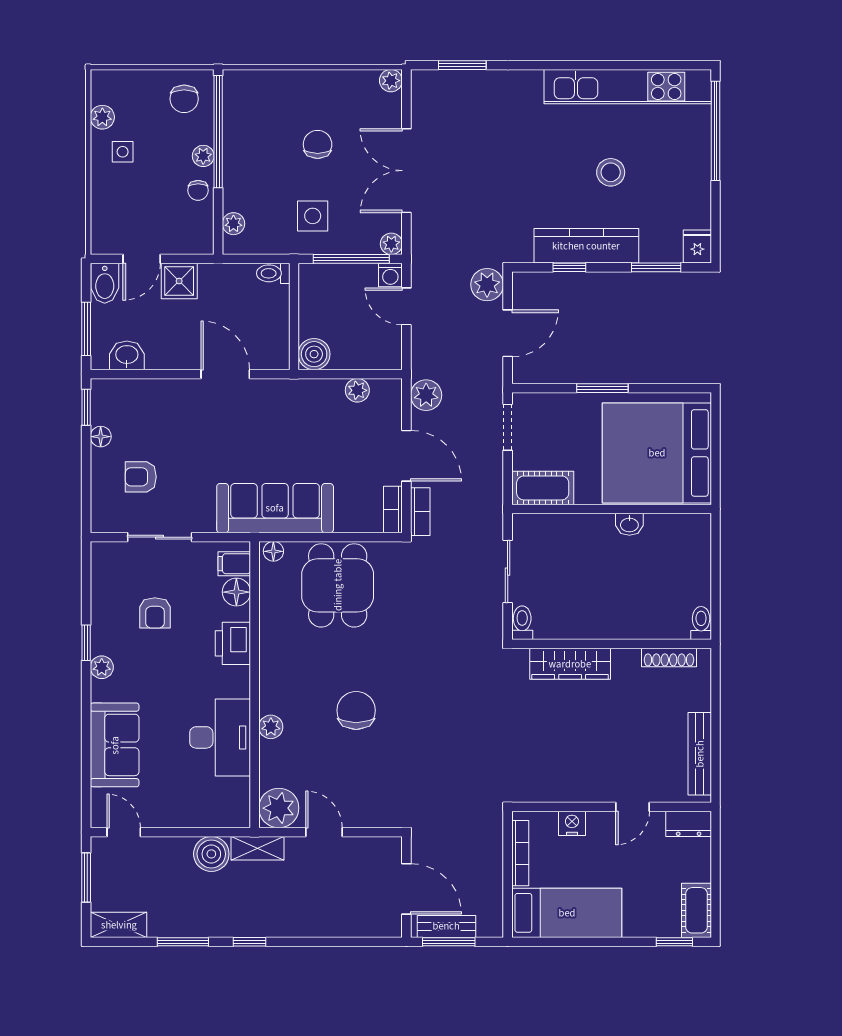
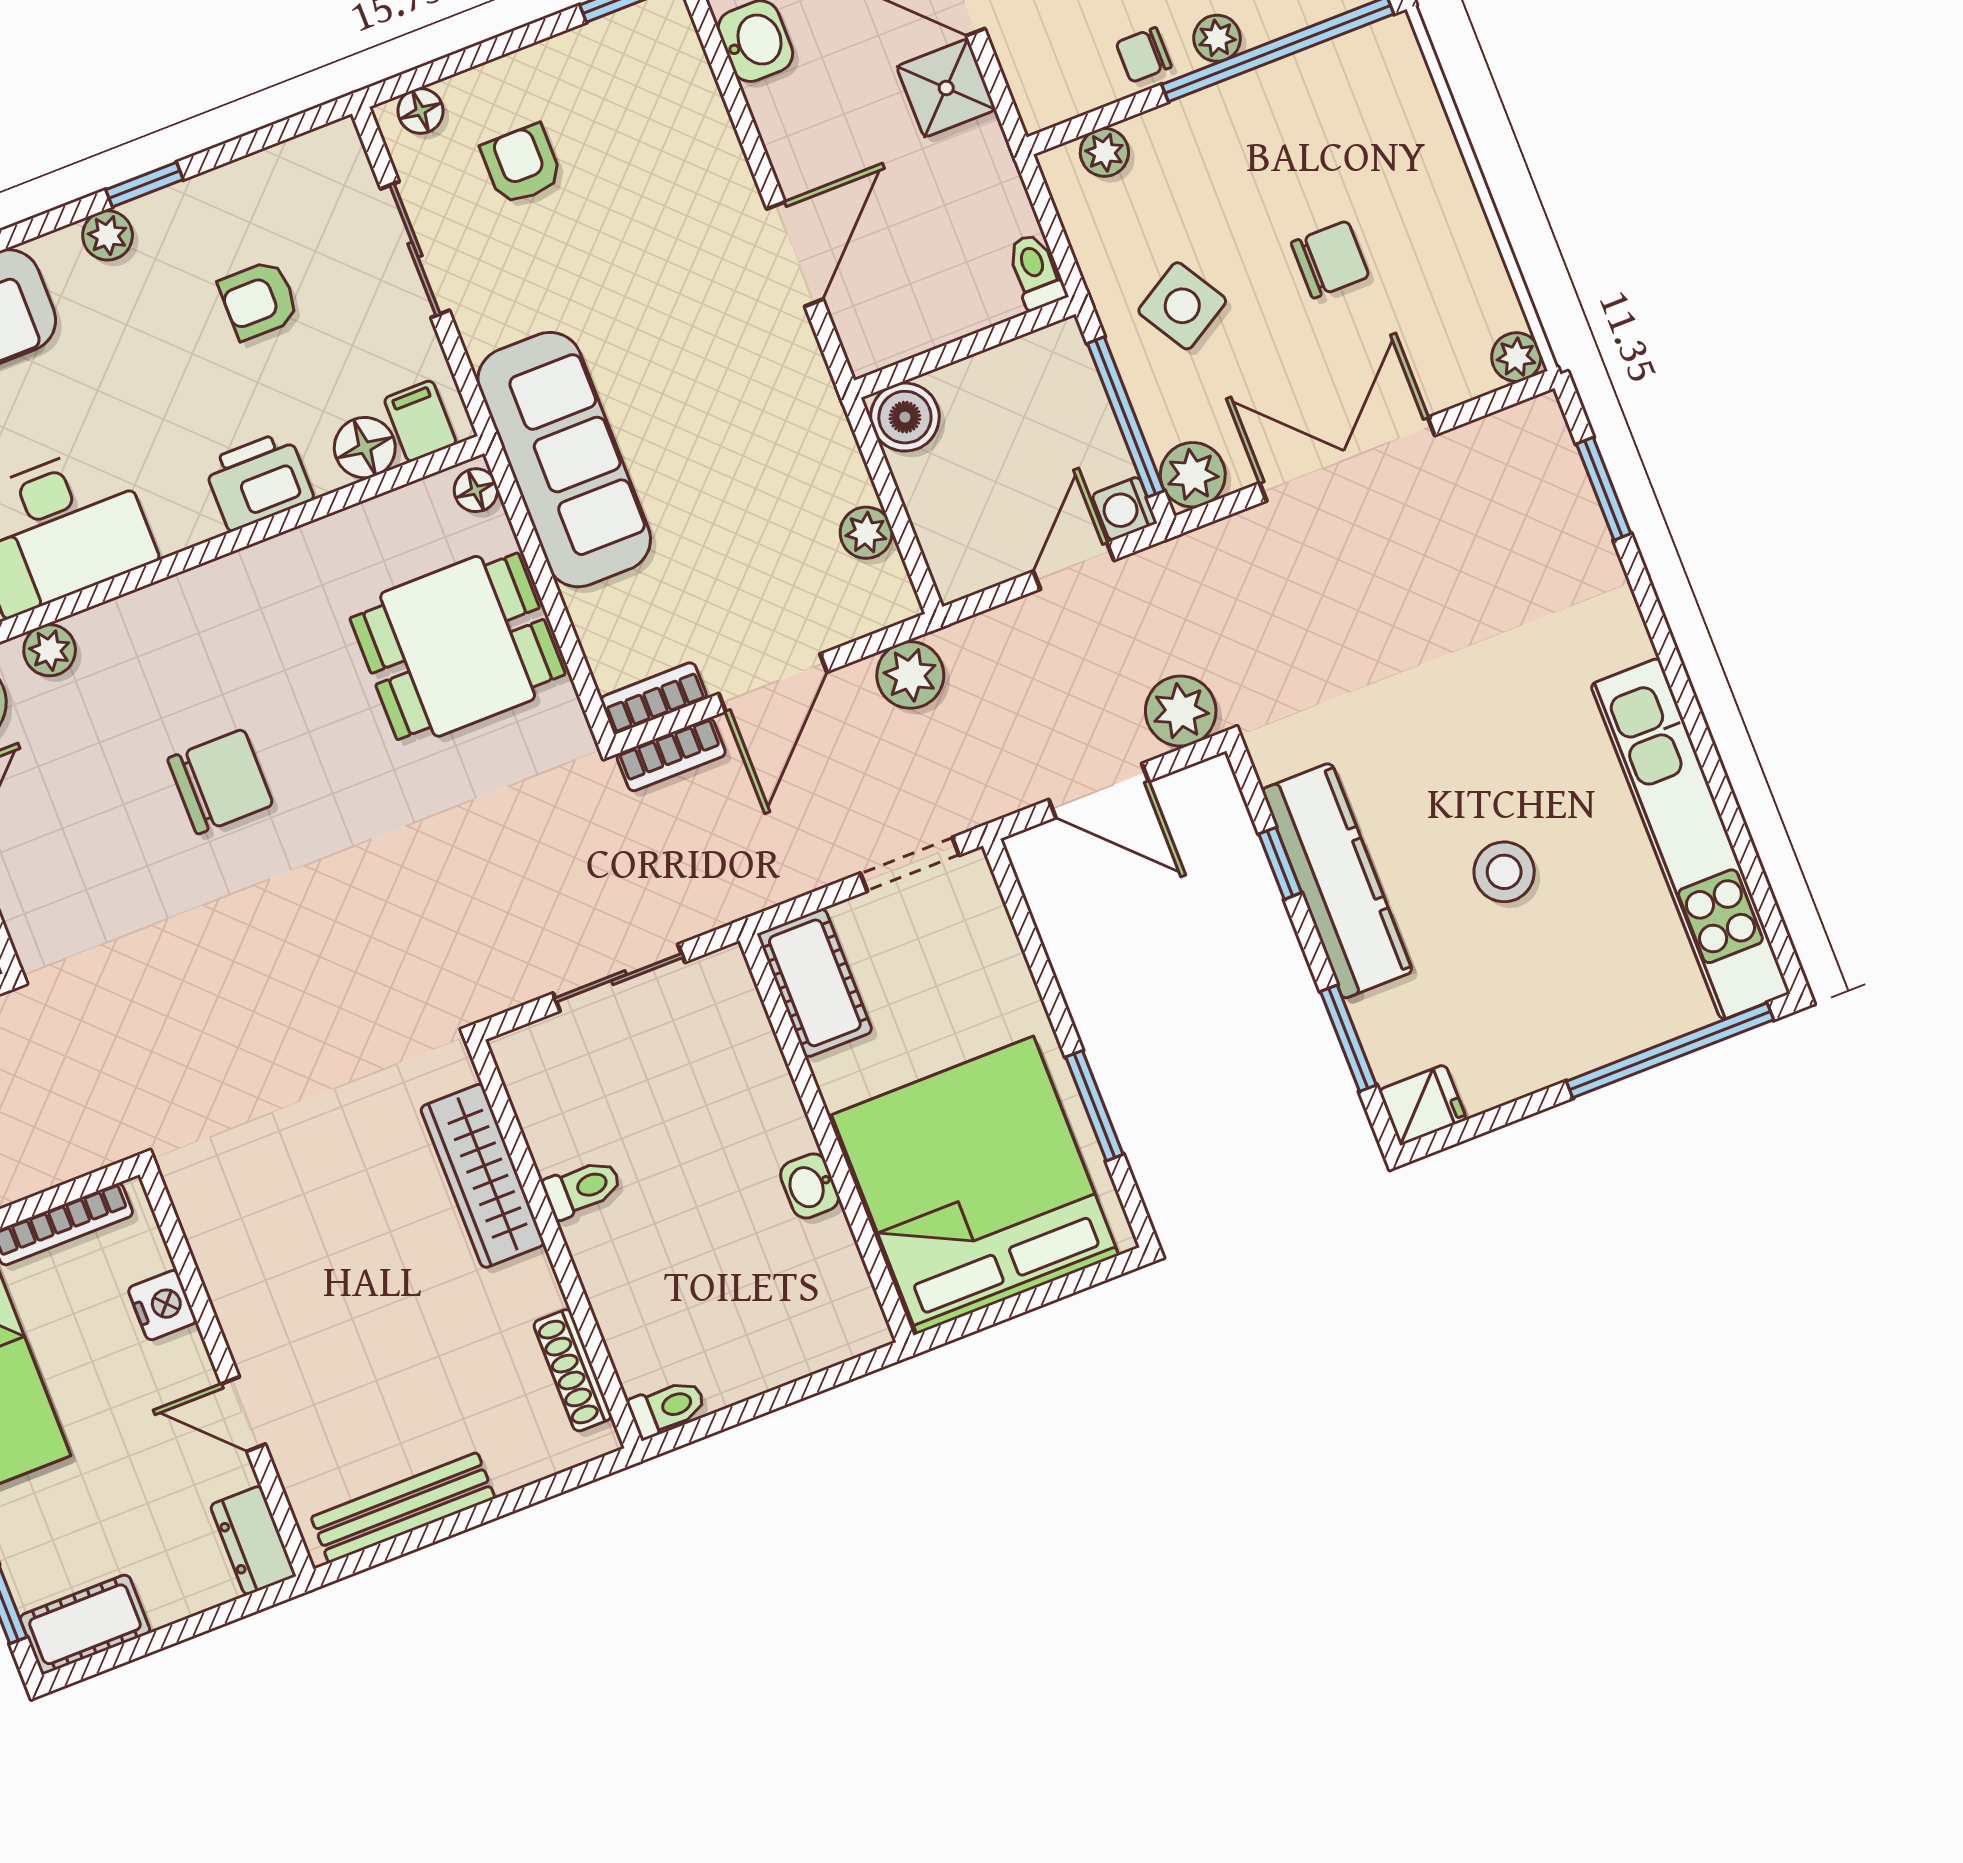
side table: (313, 216) -> (1182, 306), turned -31
plant: (391, 244) -> (1193, 475), width x1.38, depth x1.38
window: (602, 388) -> (1094, 1106), moved
floor lamp: (101, 437) -> (420, 111), moved
toilet: (522, 623) -> (582, 1188), moved
plant: (271, 727) -> (50, 650), moved

